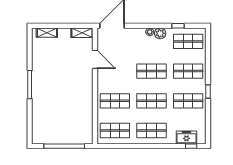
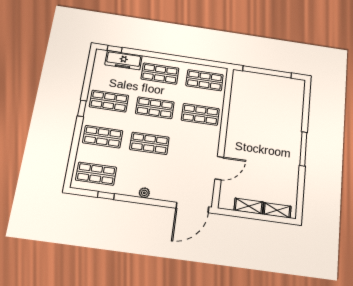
shelving: (82, 33) -> (249, 206), moved
plant: (160, 33) -> (131, 189), removed
door: (95, 59) -> (219, 168), swing flipped
freezer: (186, 137) -> (124, 60), width x1.40

